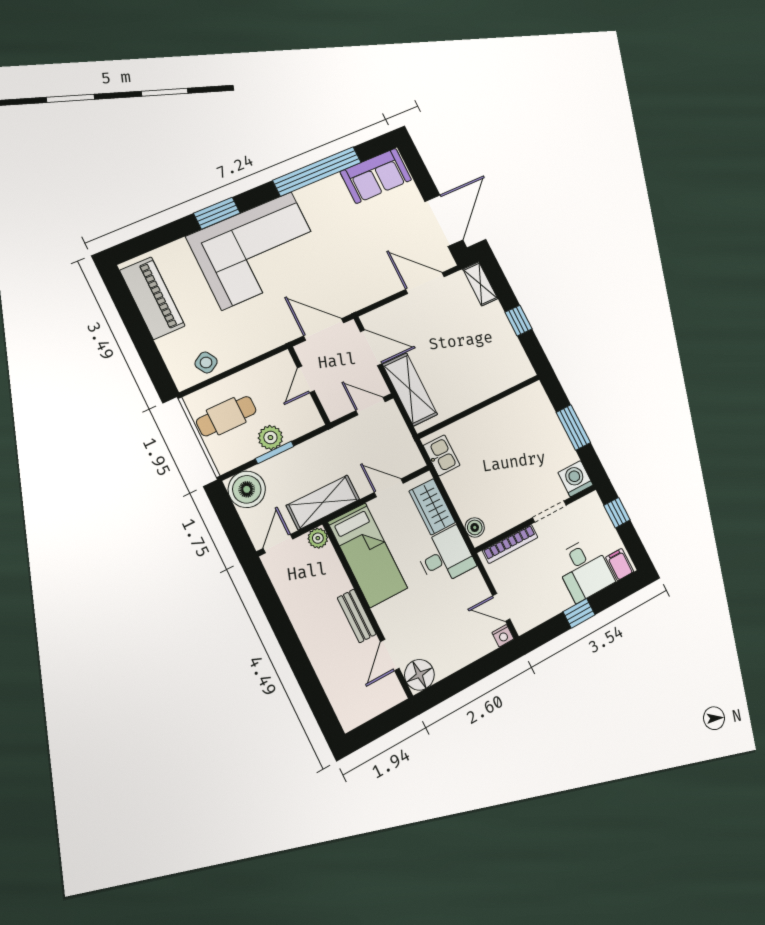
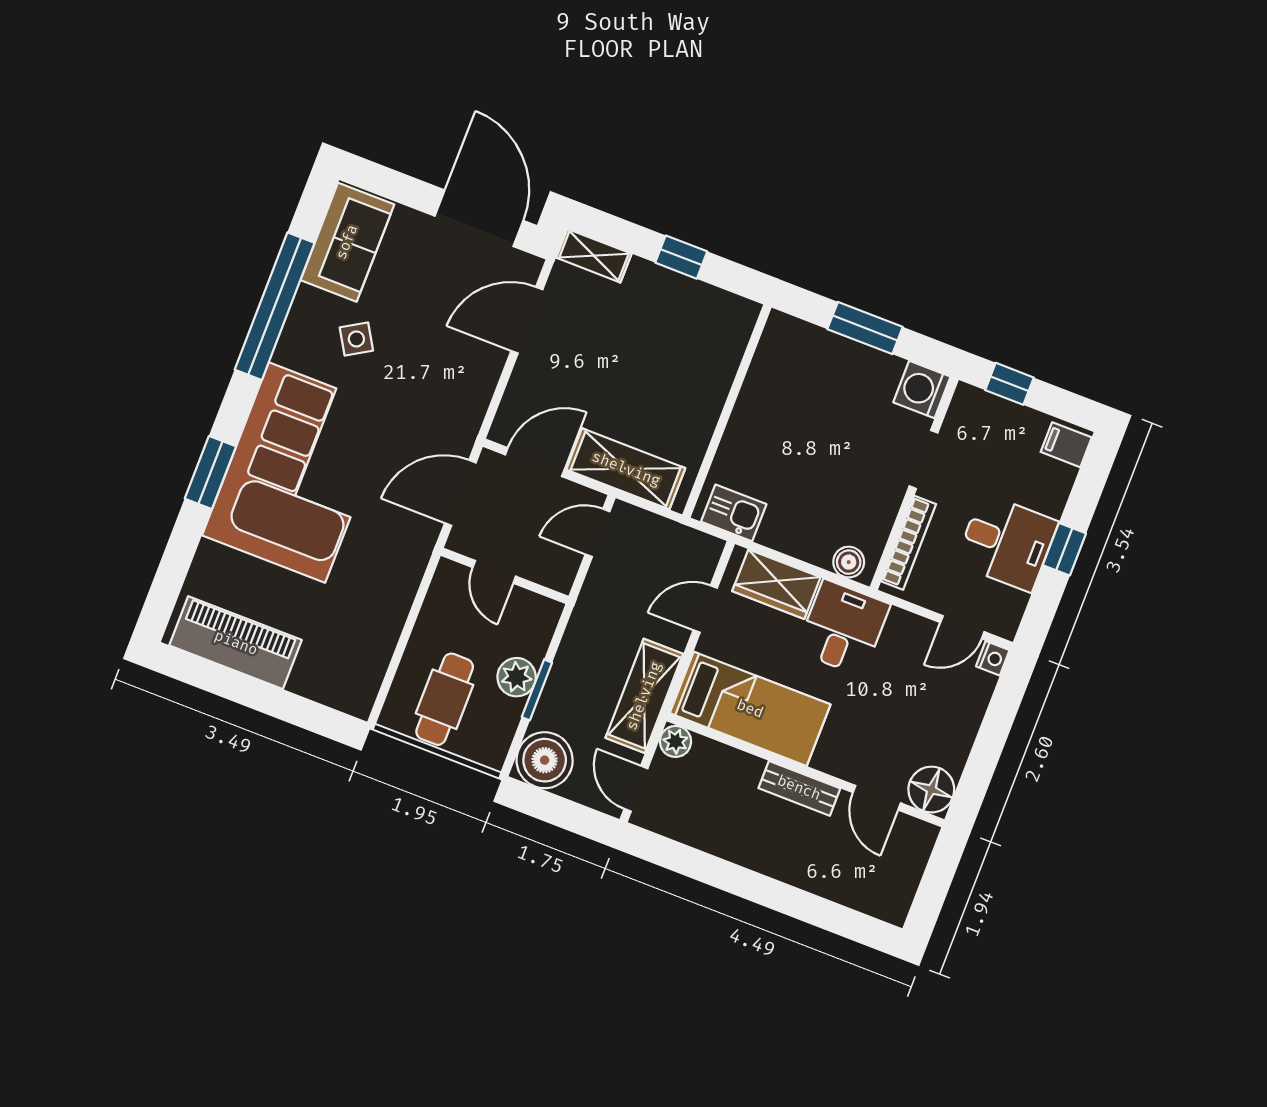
side table: (206, 363) -> (356, 339), moved
desk: (584, 570) -> (1007, 543), moved

